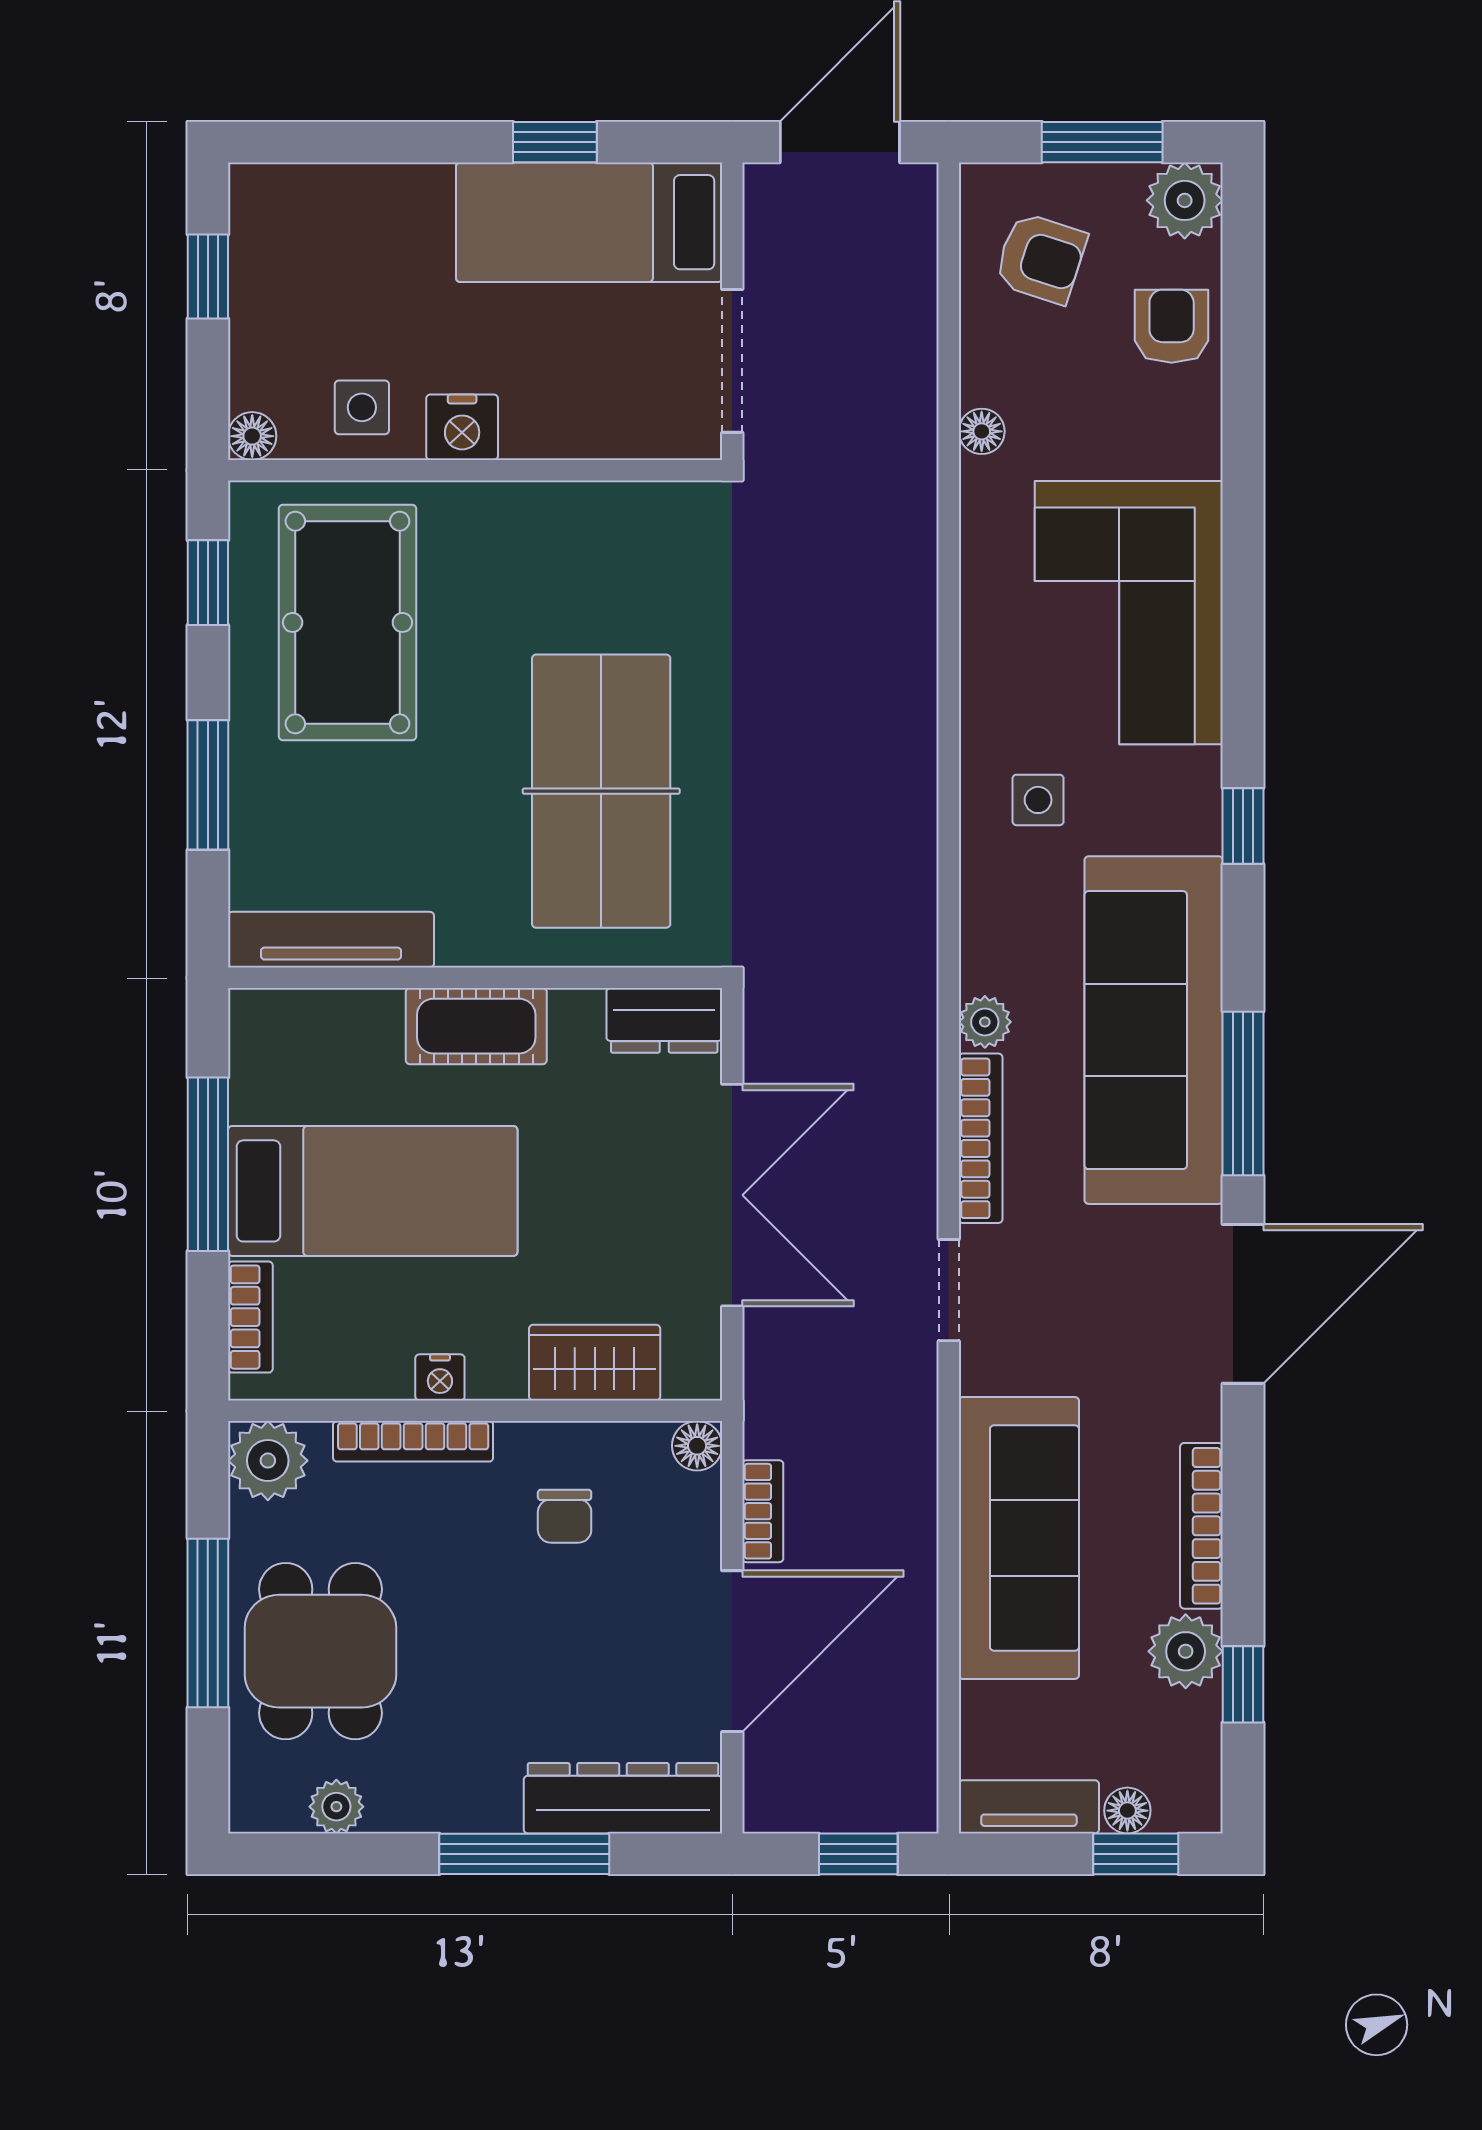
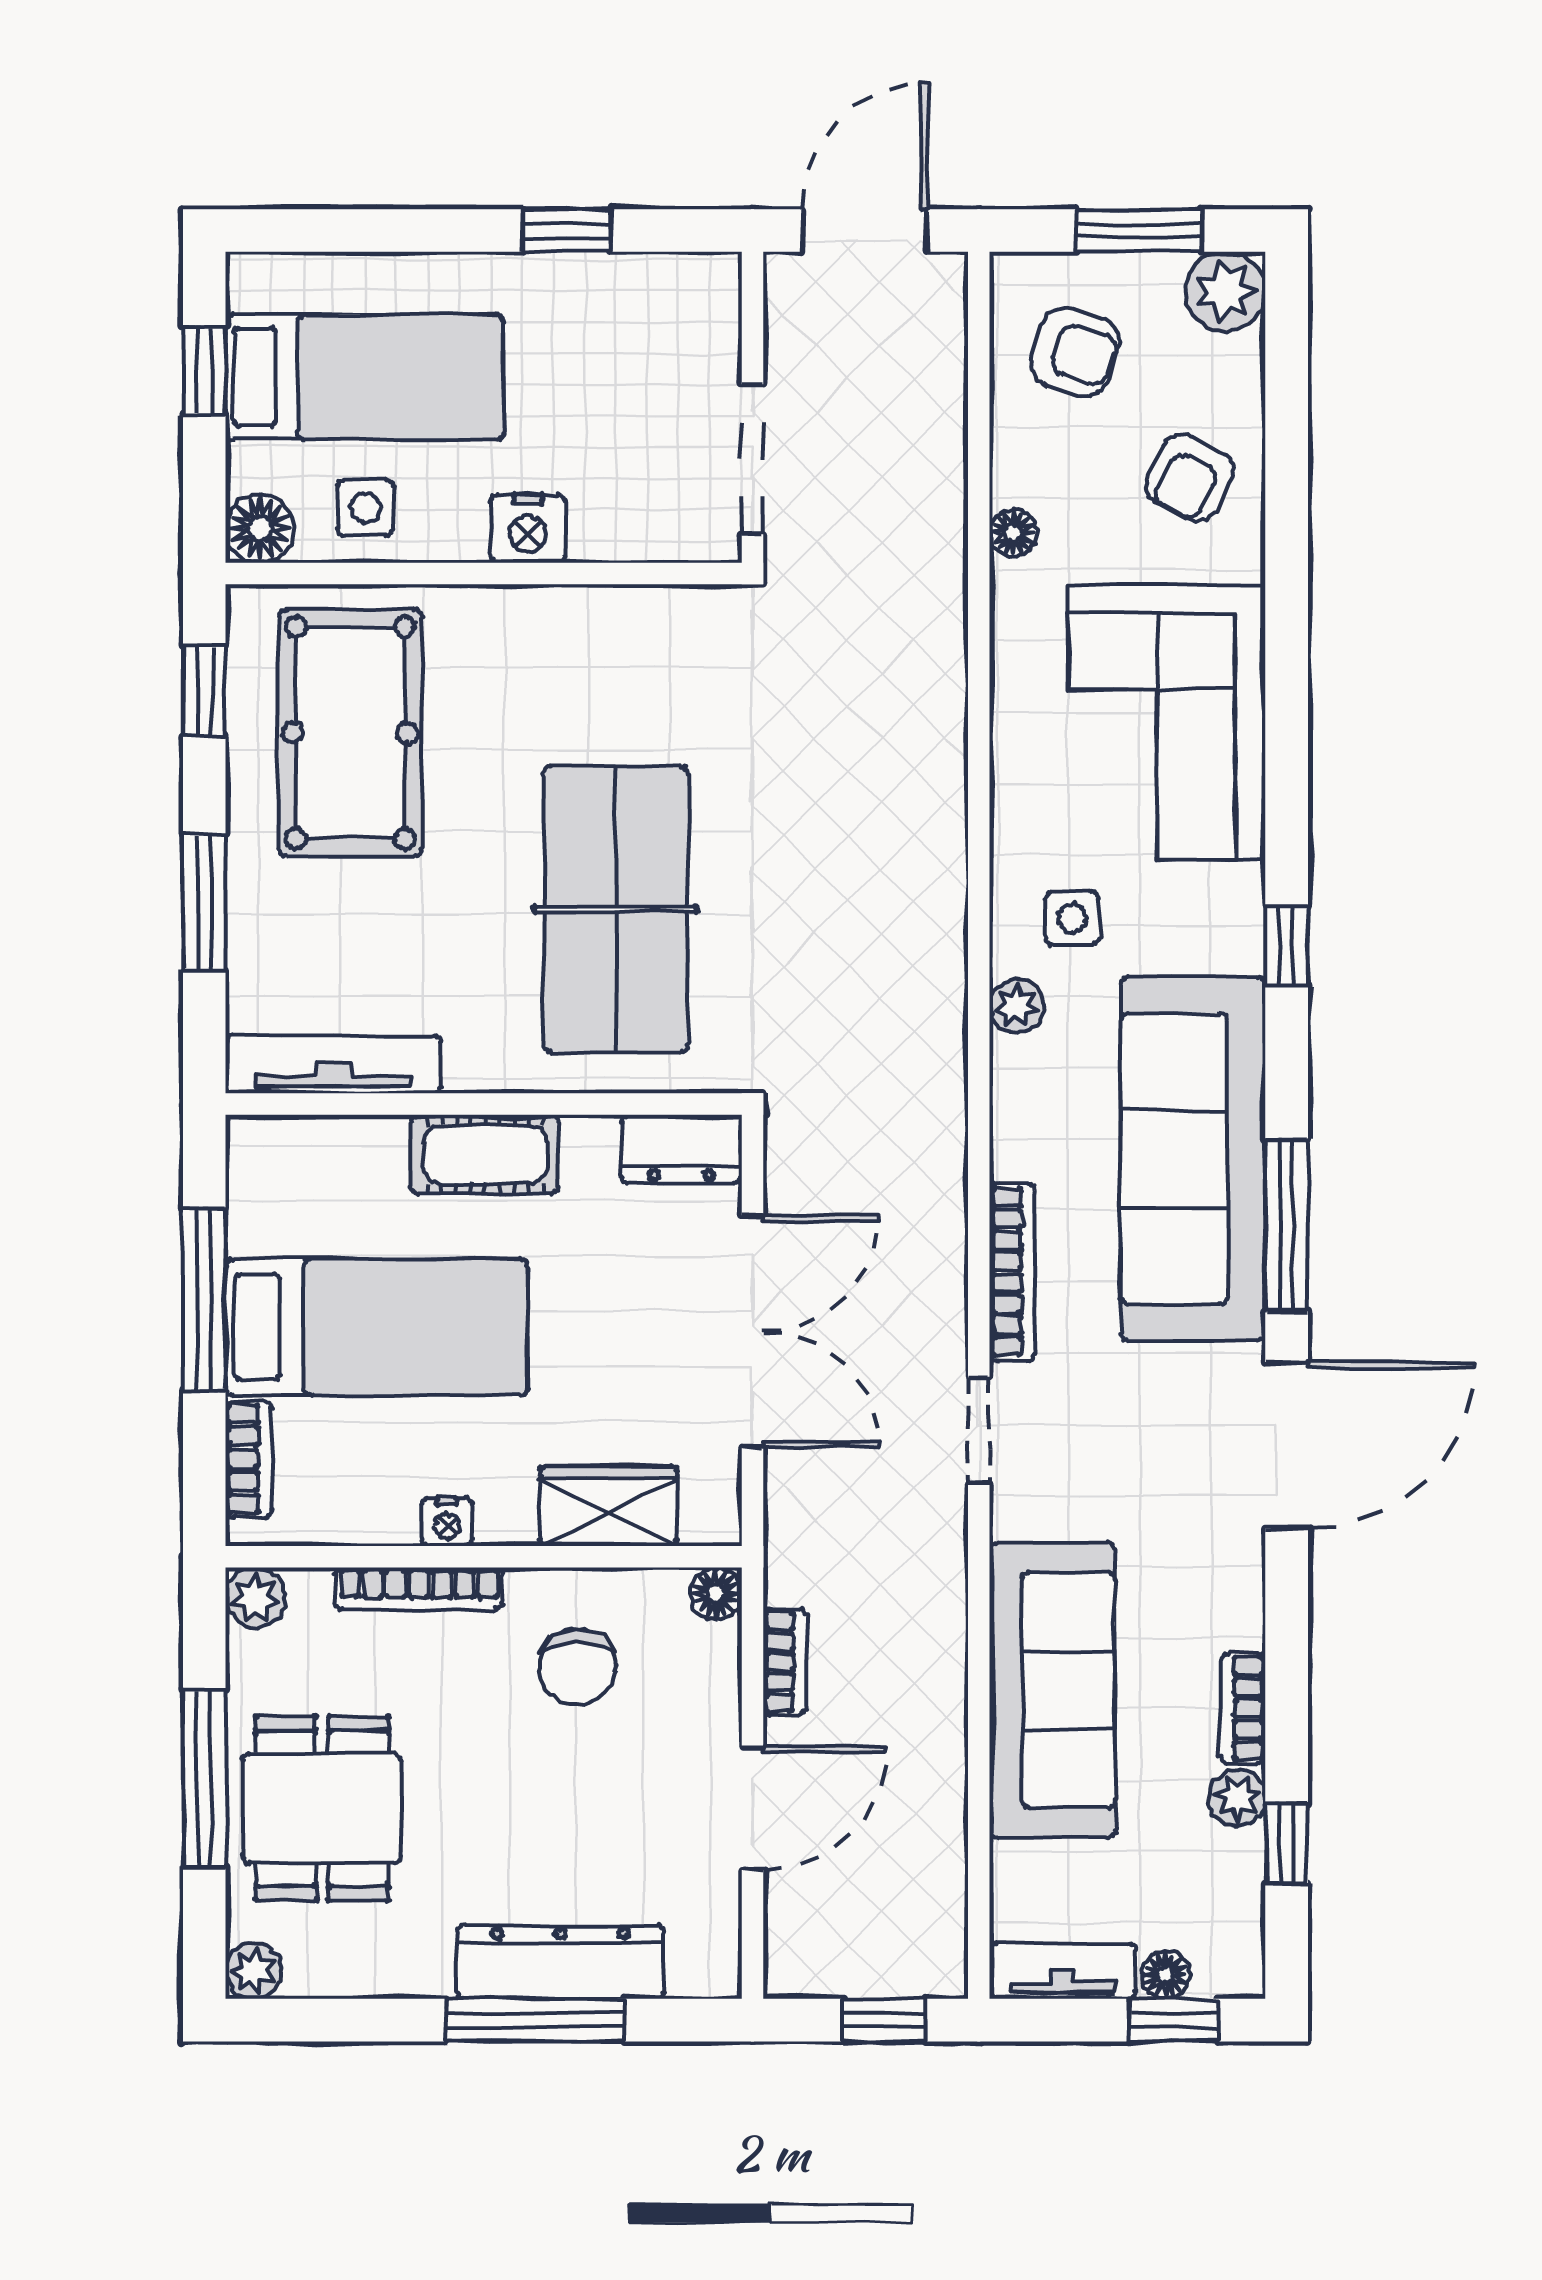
bed: (589, 222) -> (365, 377), moved, turned 180
armchair: (1172, 326) -> (1190, 478), moved, turned -152
nightstand: (462, 427) -> (528, 529), moved
floor lamp: (252, 436) -> (260, 528), width x1.37, depth x1.37
plant: (985, 1022) -> (1017, 1006), moved
plant: (268, 1461) -> (256, 1598), width x0.73, depth x0.73
chair: (565, 1516) -> (577, 1667), width x1.37, depth x1.37
bookcase: (1201, 1526) -> (1243, 1708), width x0.64
door: (732, 1651) -> (752, 1808), width x0.73
plant: (1186, 1651) -> (1237, 1798), width x0.73, depth x0.73
dresser: (623, 1798) -> (560, 1962), moved
plant: (336, 1807) -> (254, 1971), moved

